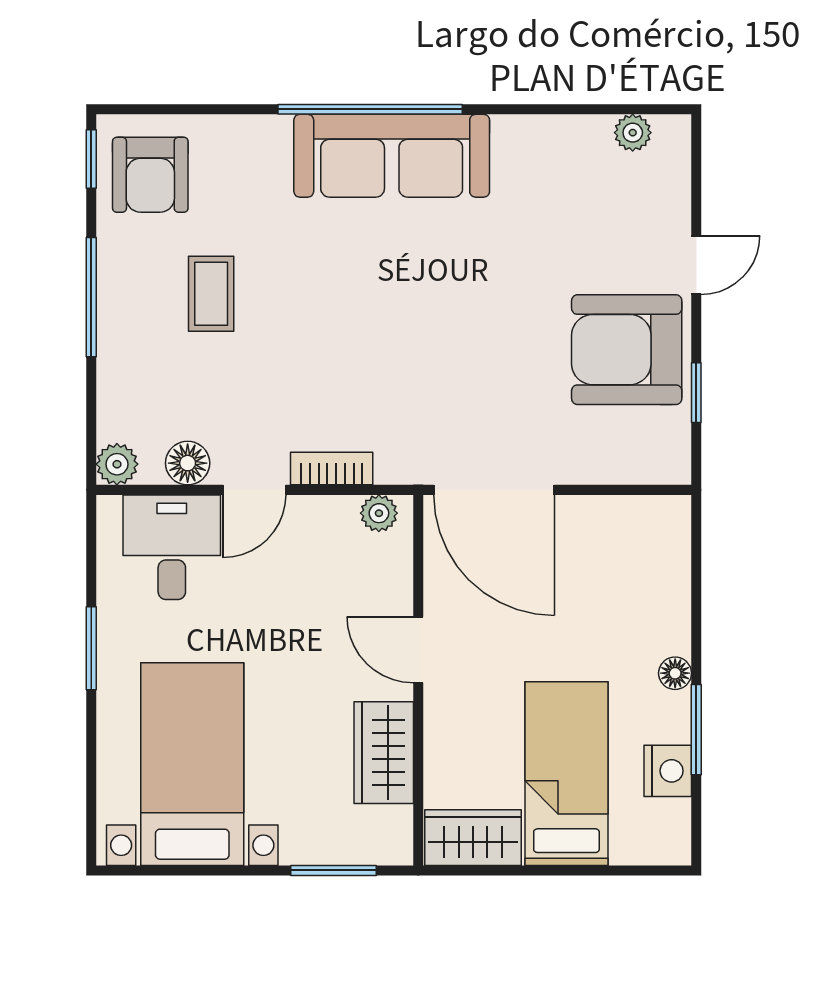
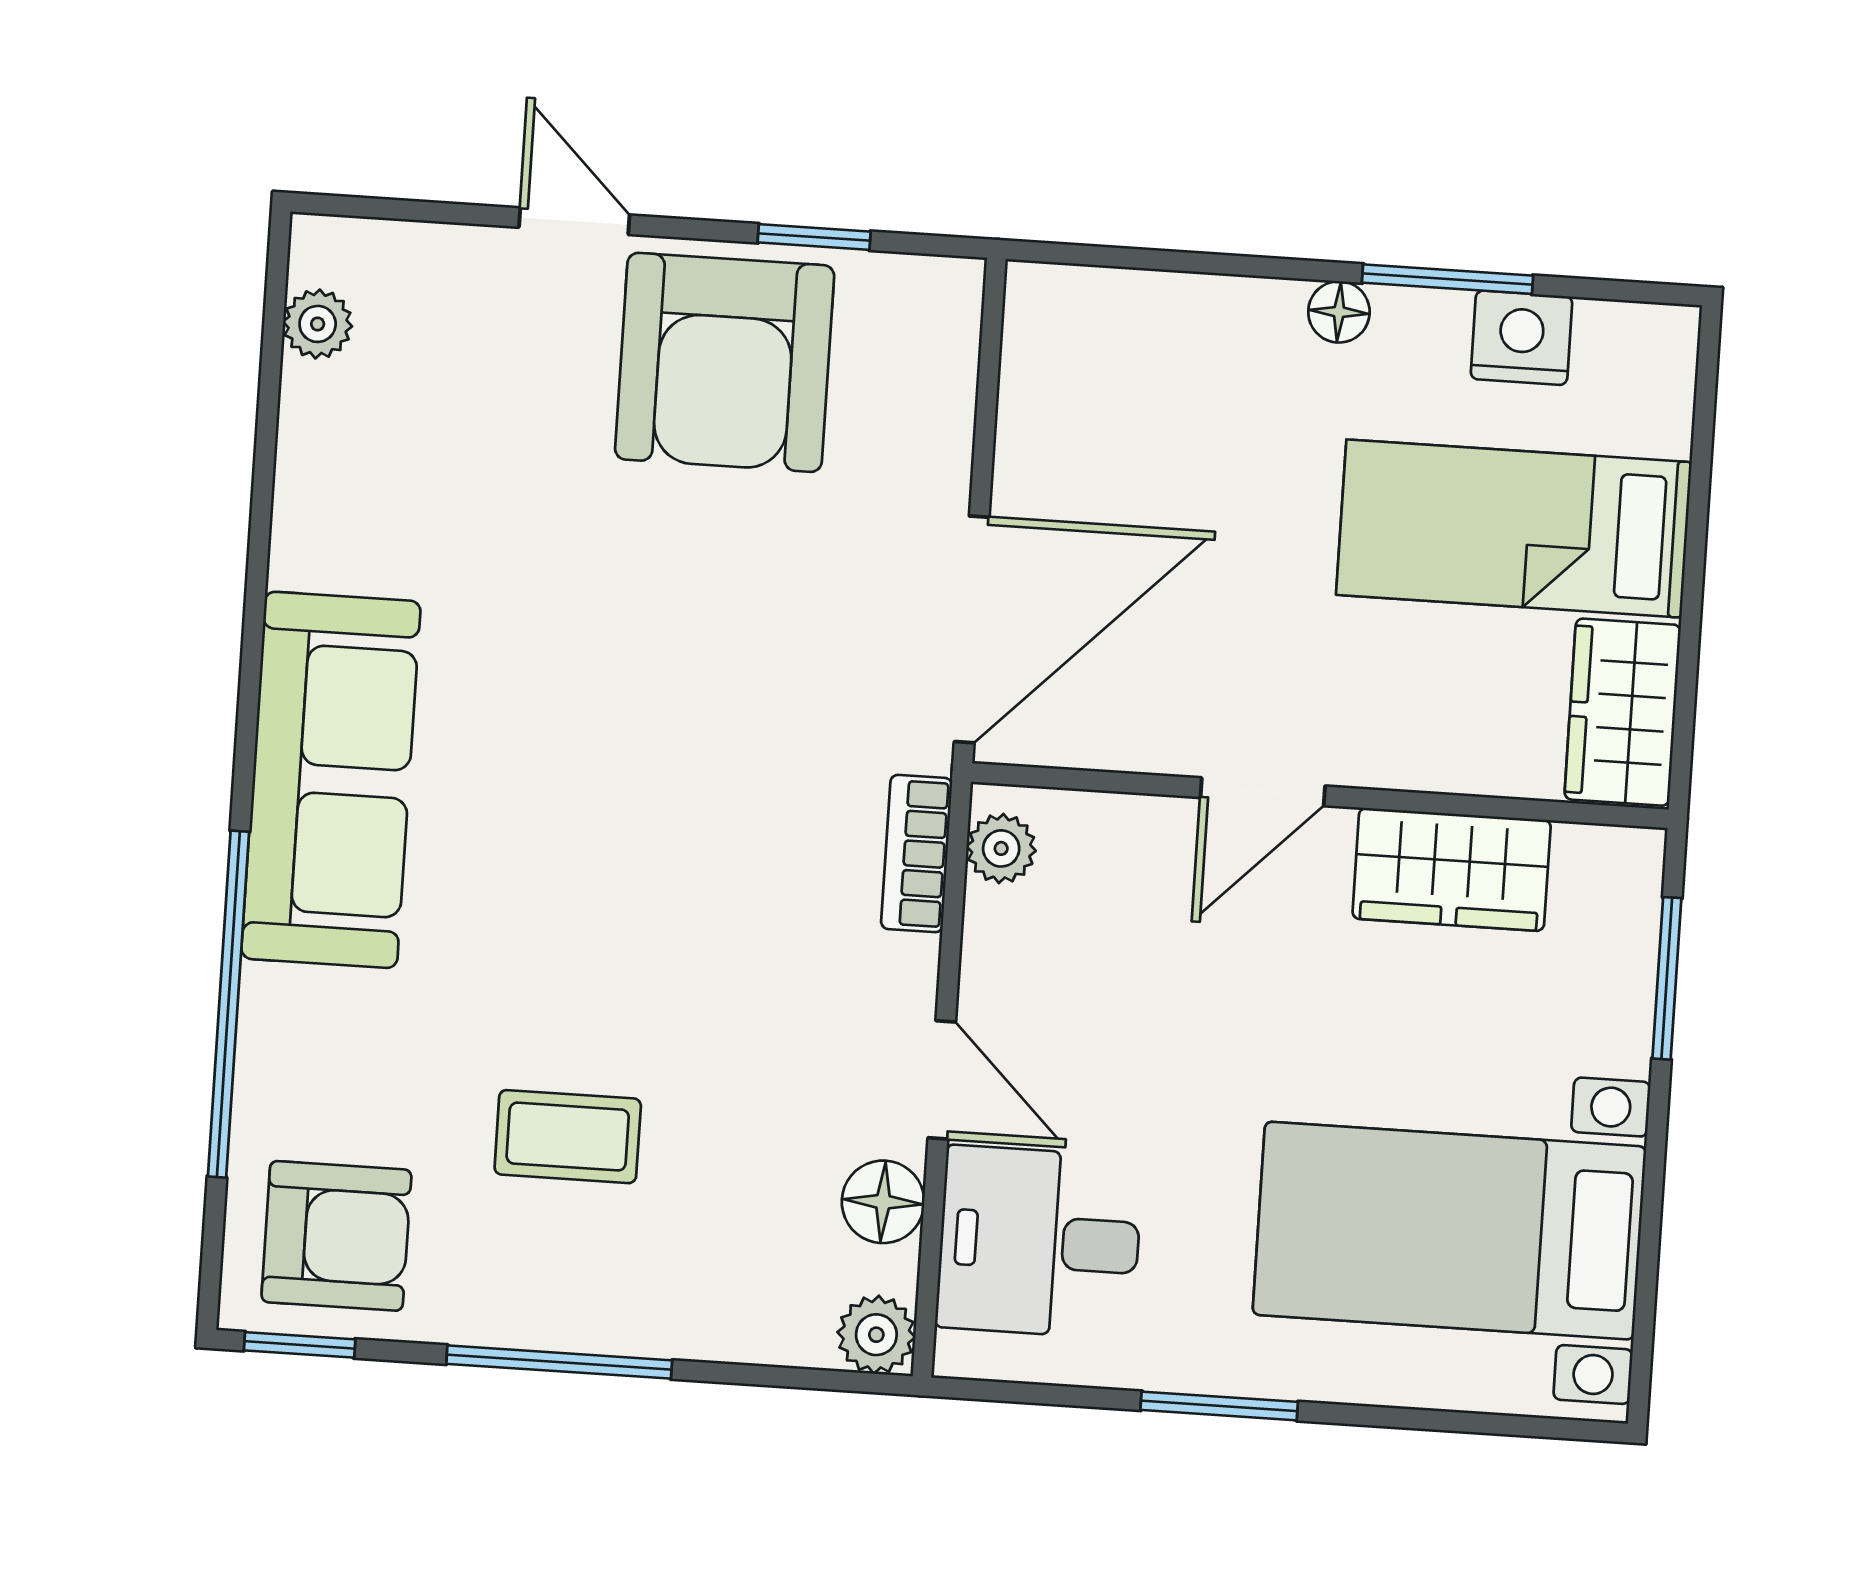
window: (370, 109) -> (228, 1004), moved
bookcase: (332, 469) -> (917, 854), moved

